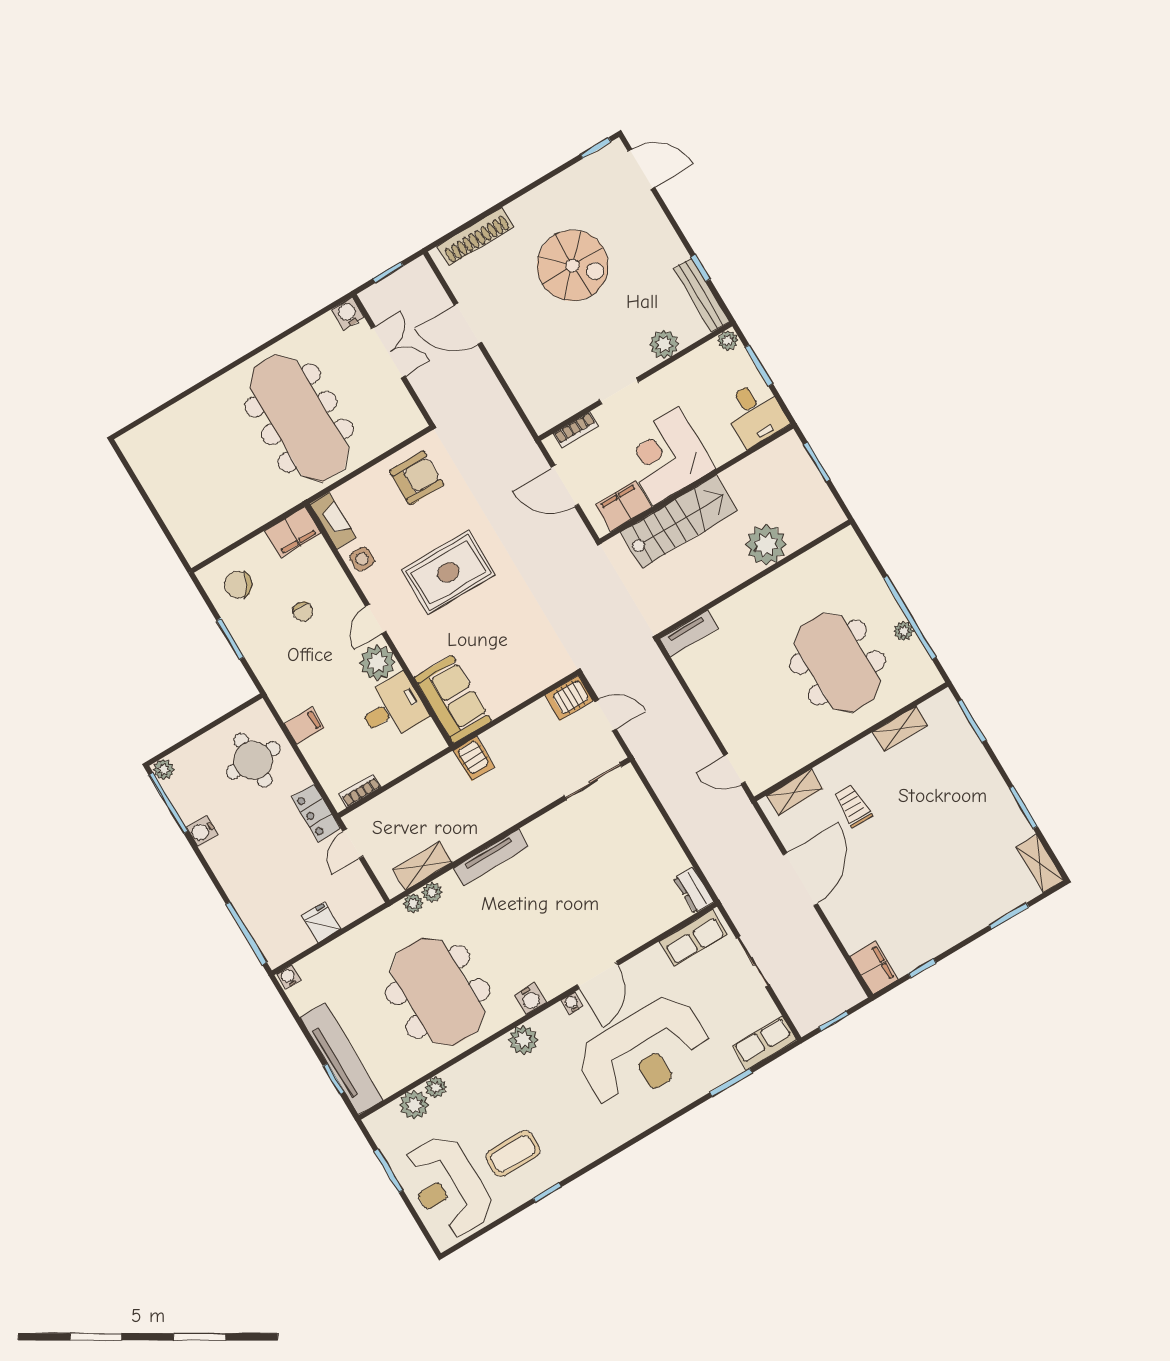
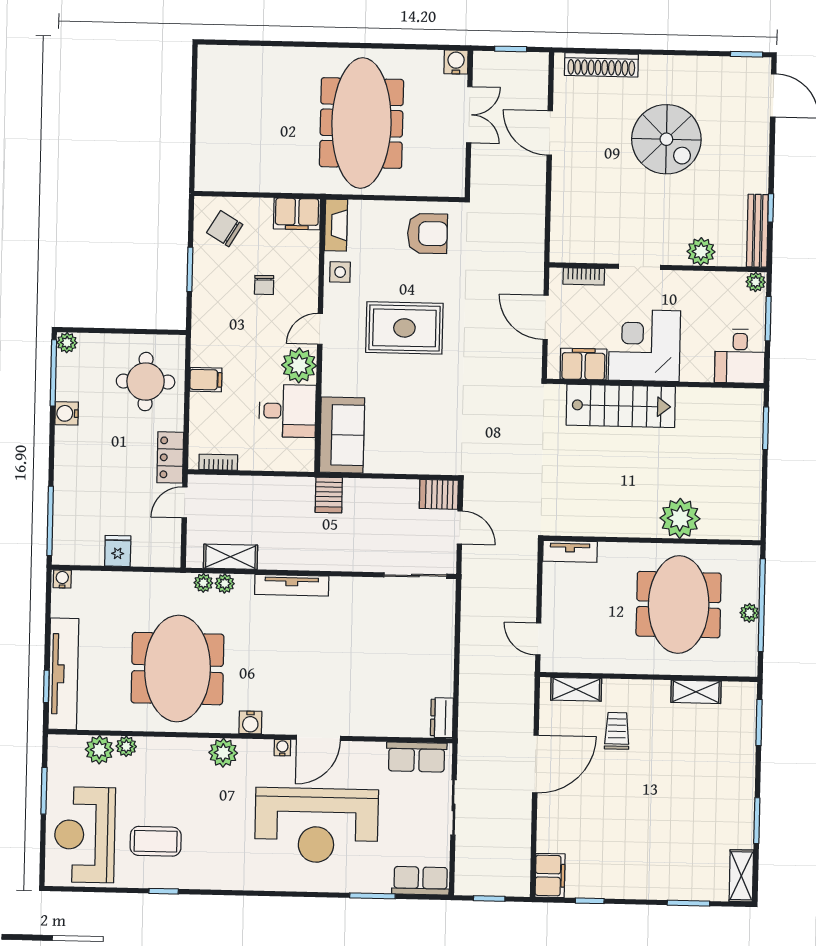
plant: (766, 545) -> (680, 518), moved
wall: (754, 579) -> (652, 540), moved
tv unit: (689, 634) -> (570, 551), moved

